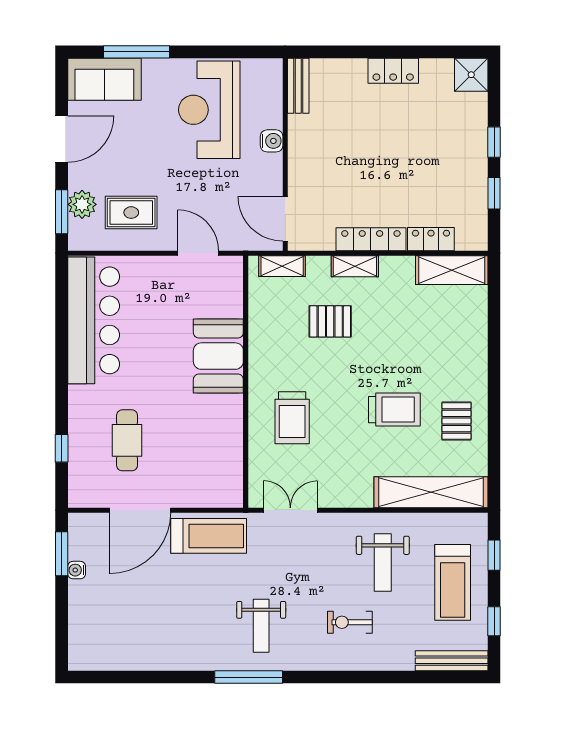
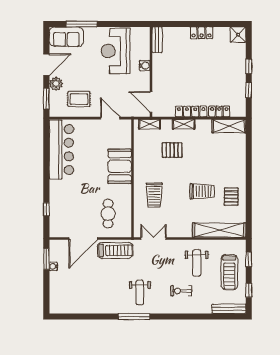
plant: (82, 204) -> (56, 84), moved
cafe table: (127, 440) -> (108, 214), moved

